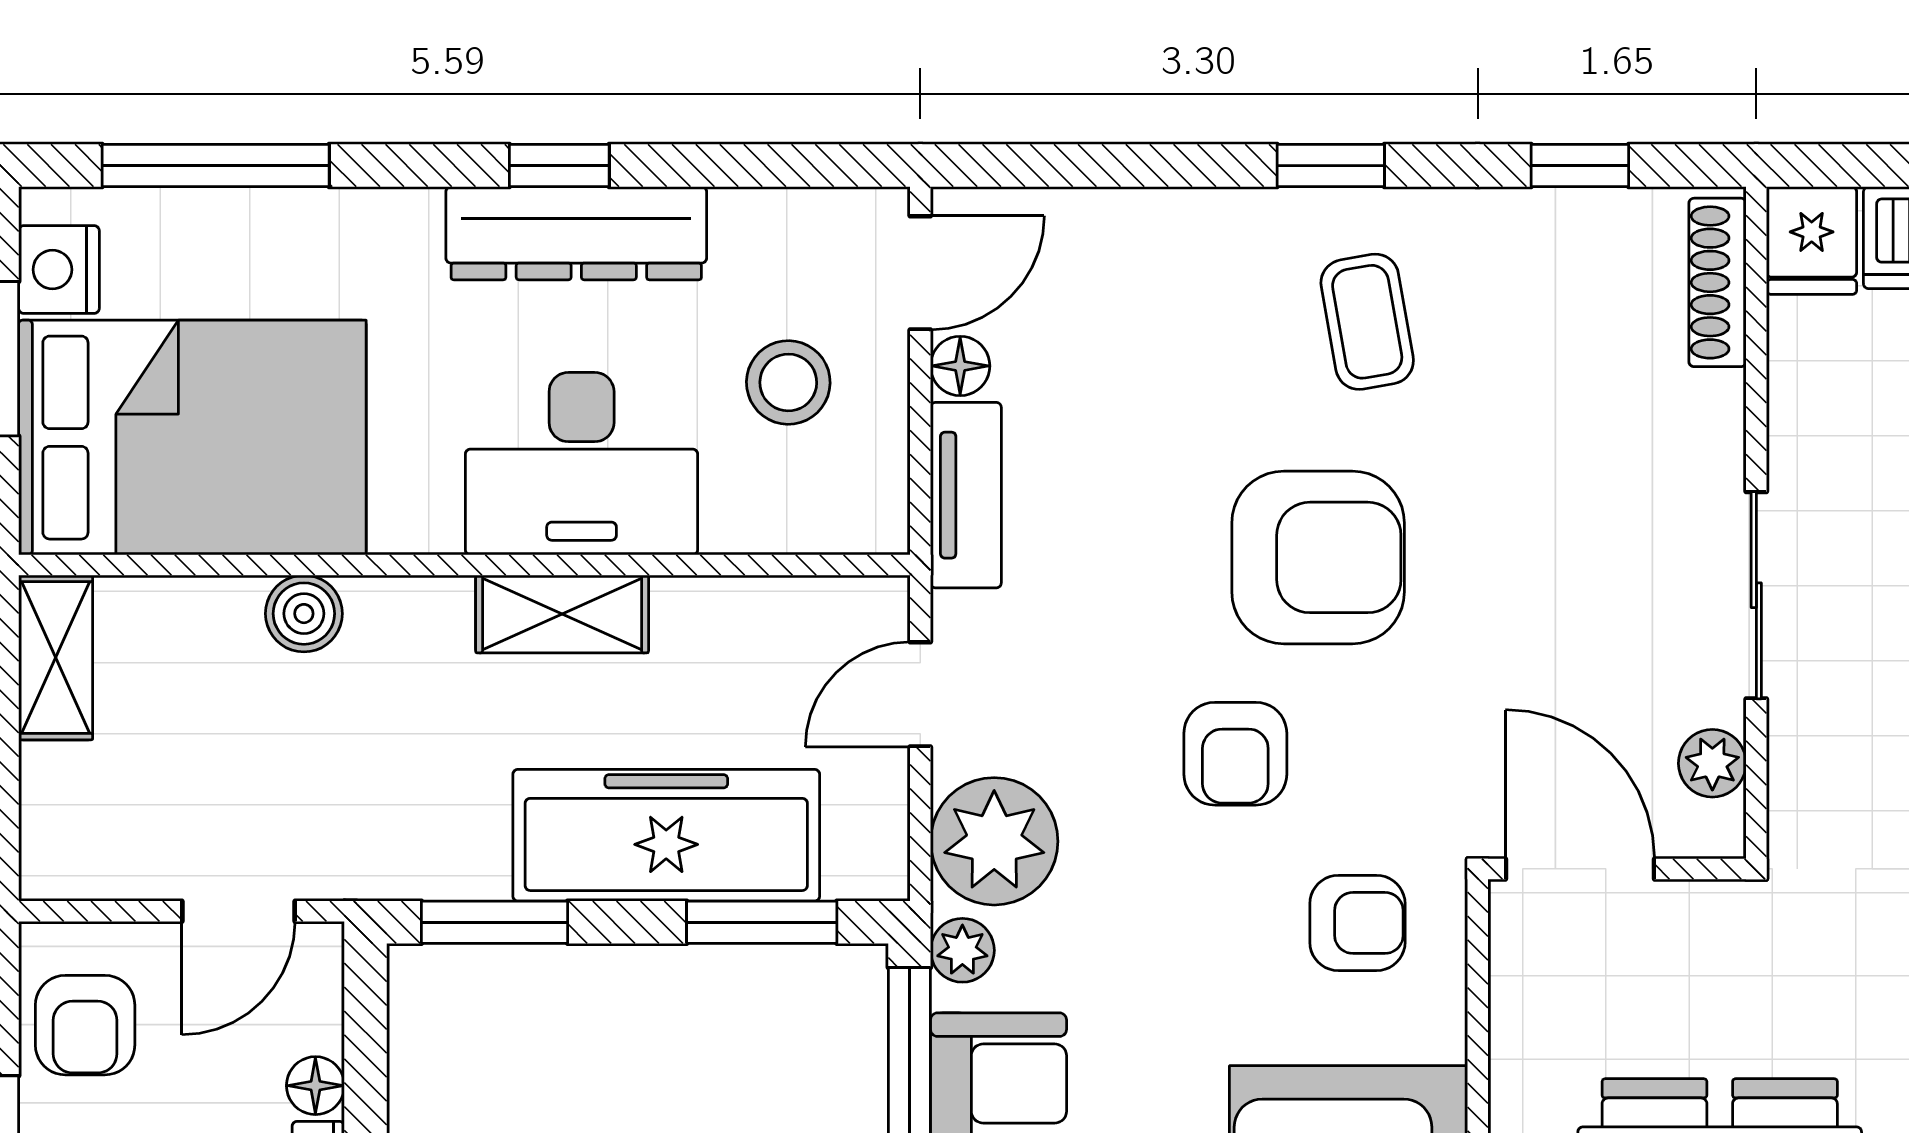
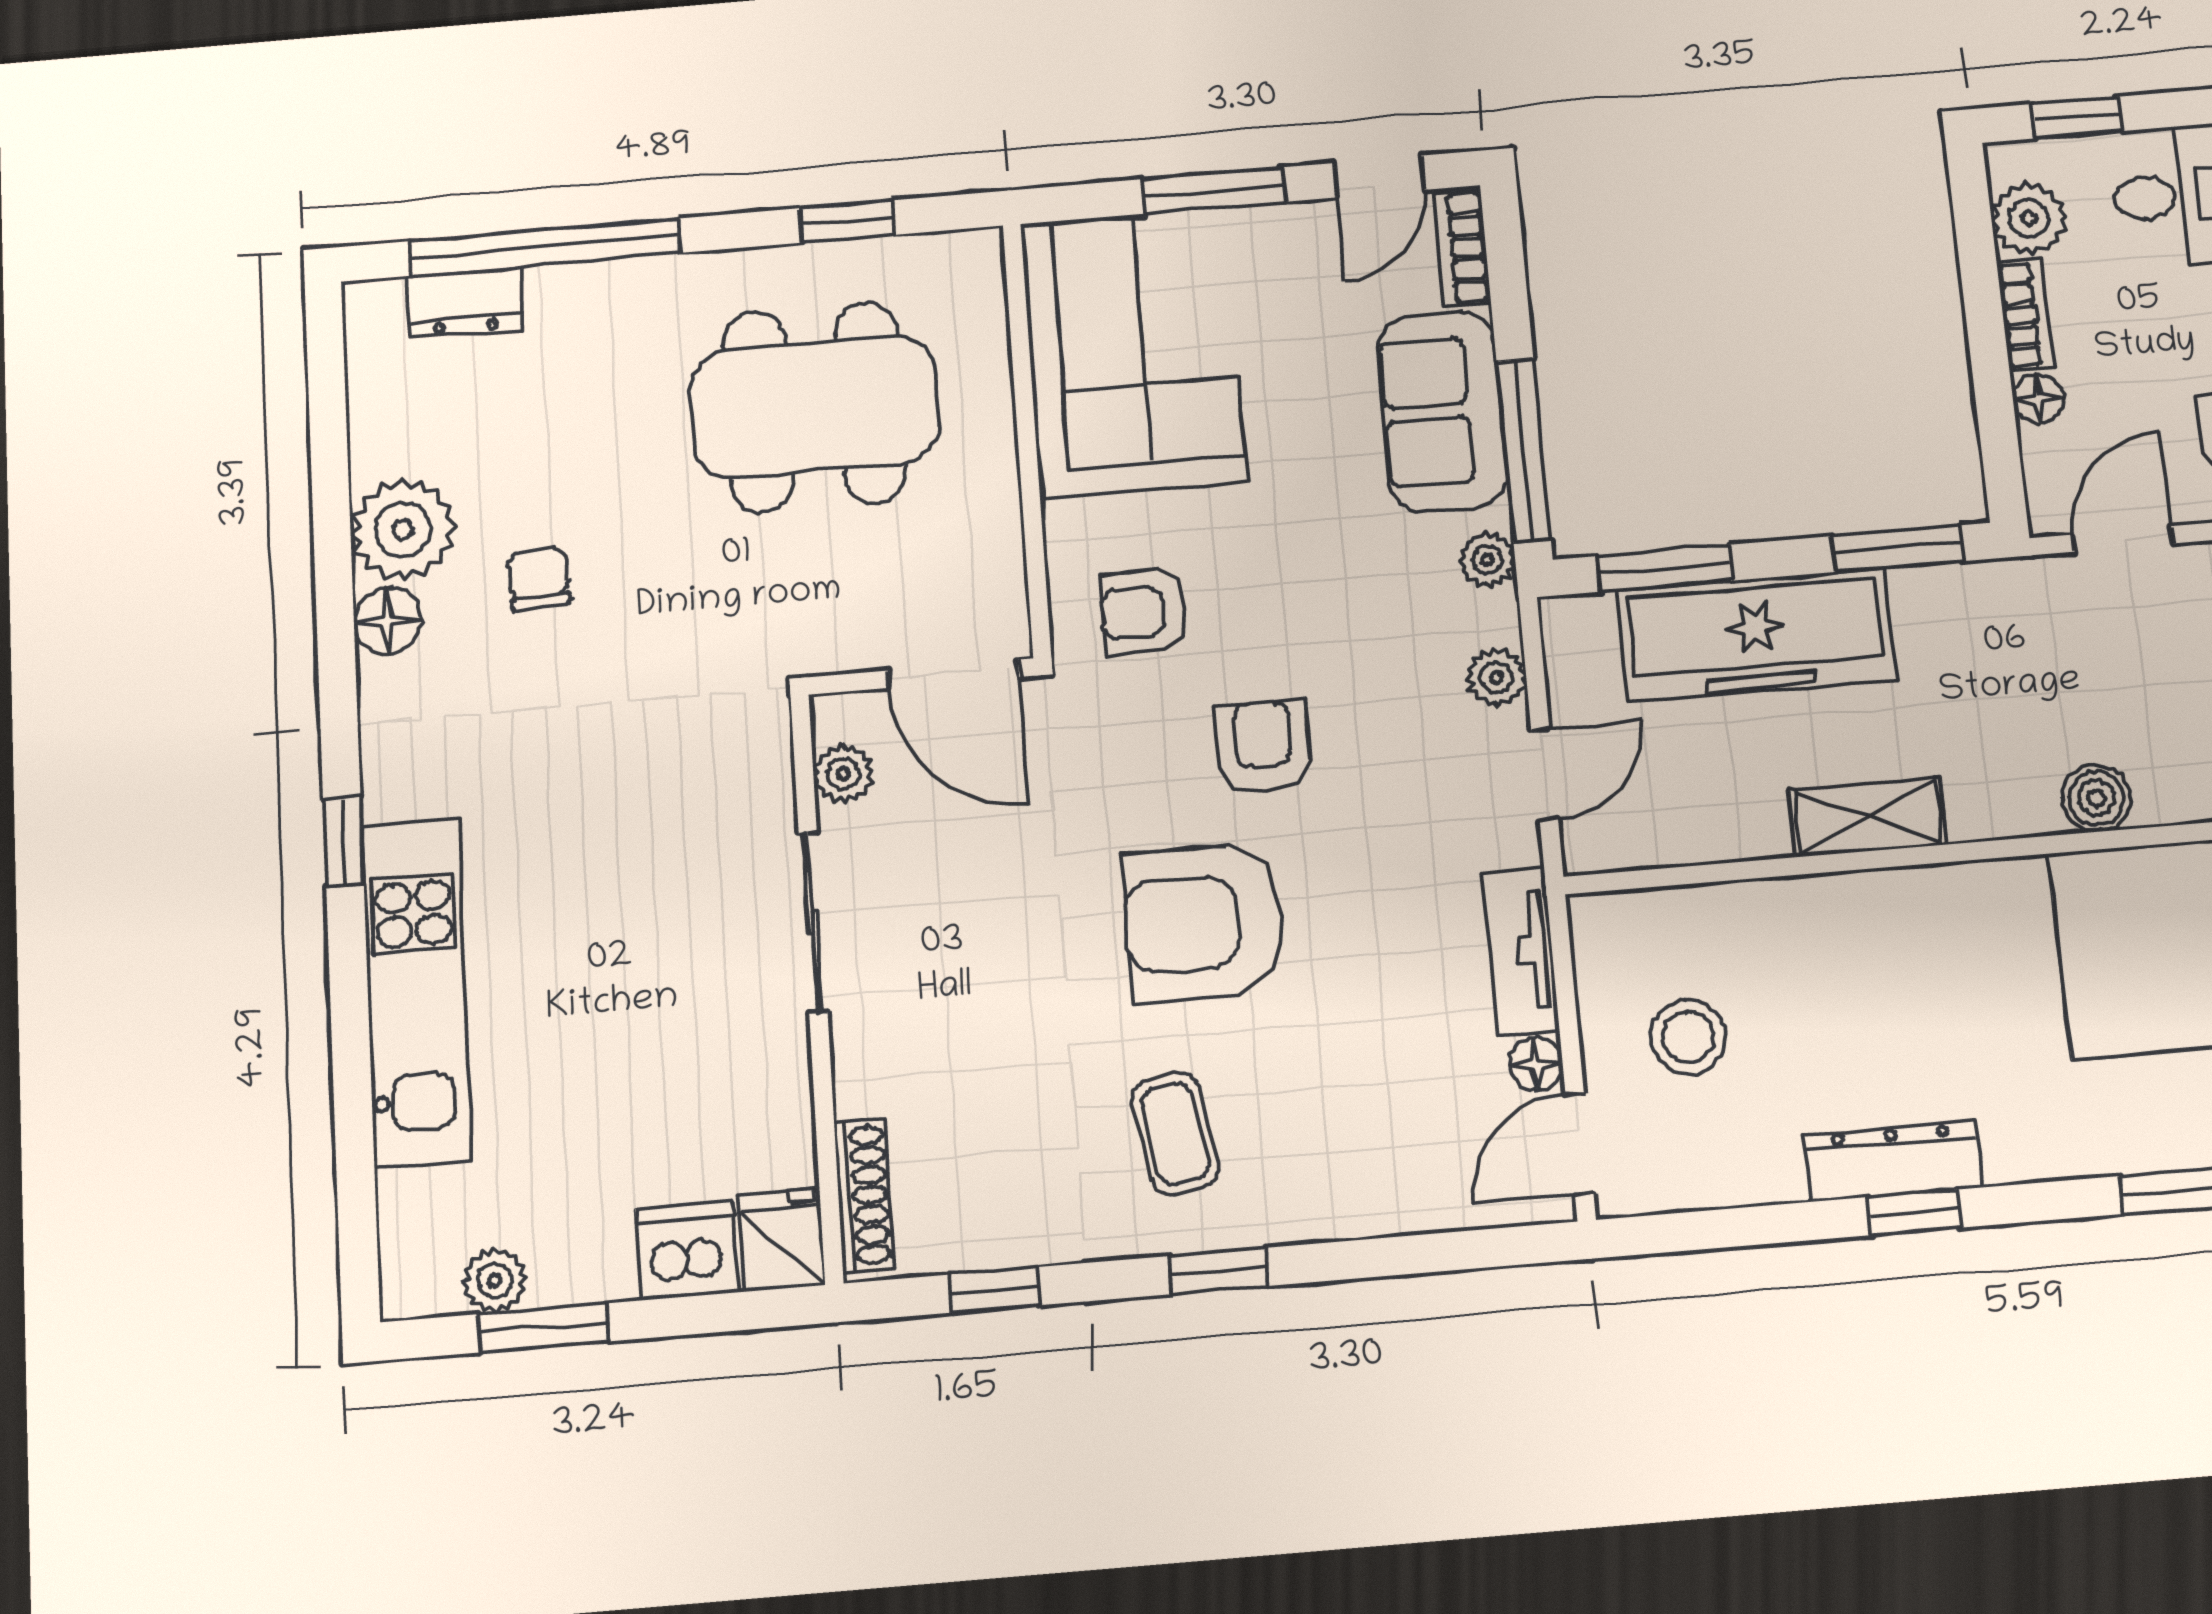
dresser: (576, 233) -> (1893, 1161), width x0.73, depth x0.80
desk: (582, 464) -> (1865, 950), removed
plant: (994, 841) -> (1496, 677), width x0.53, depth x0.53

